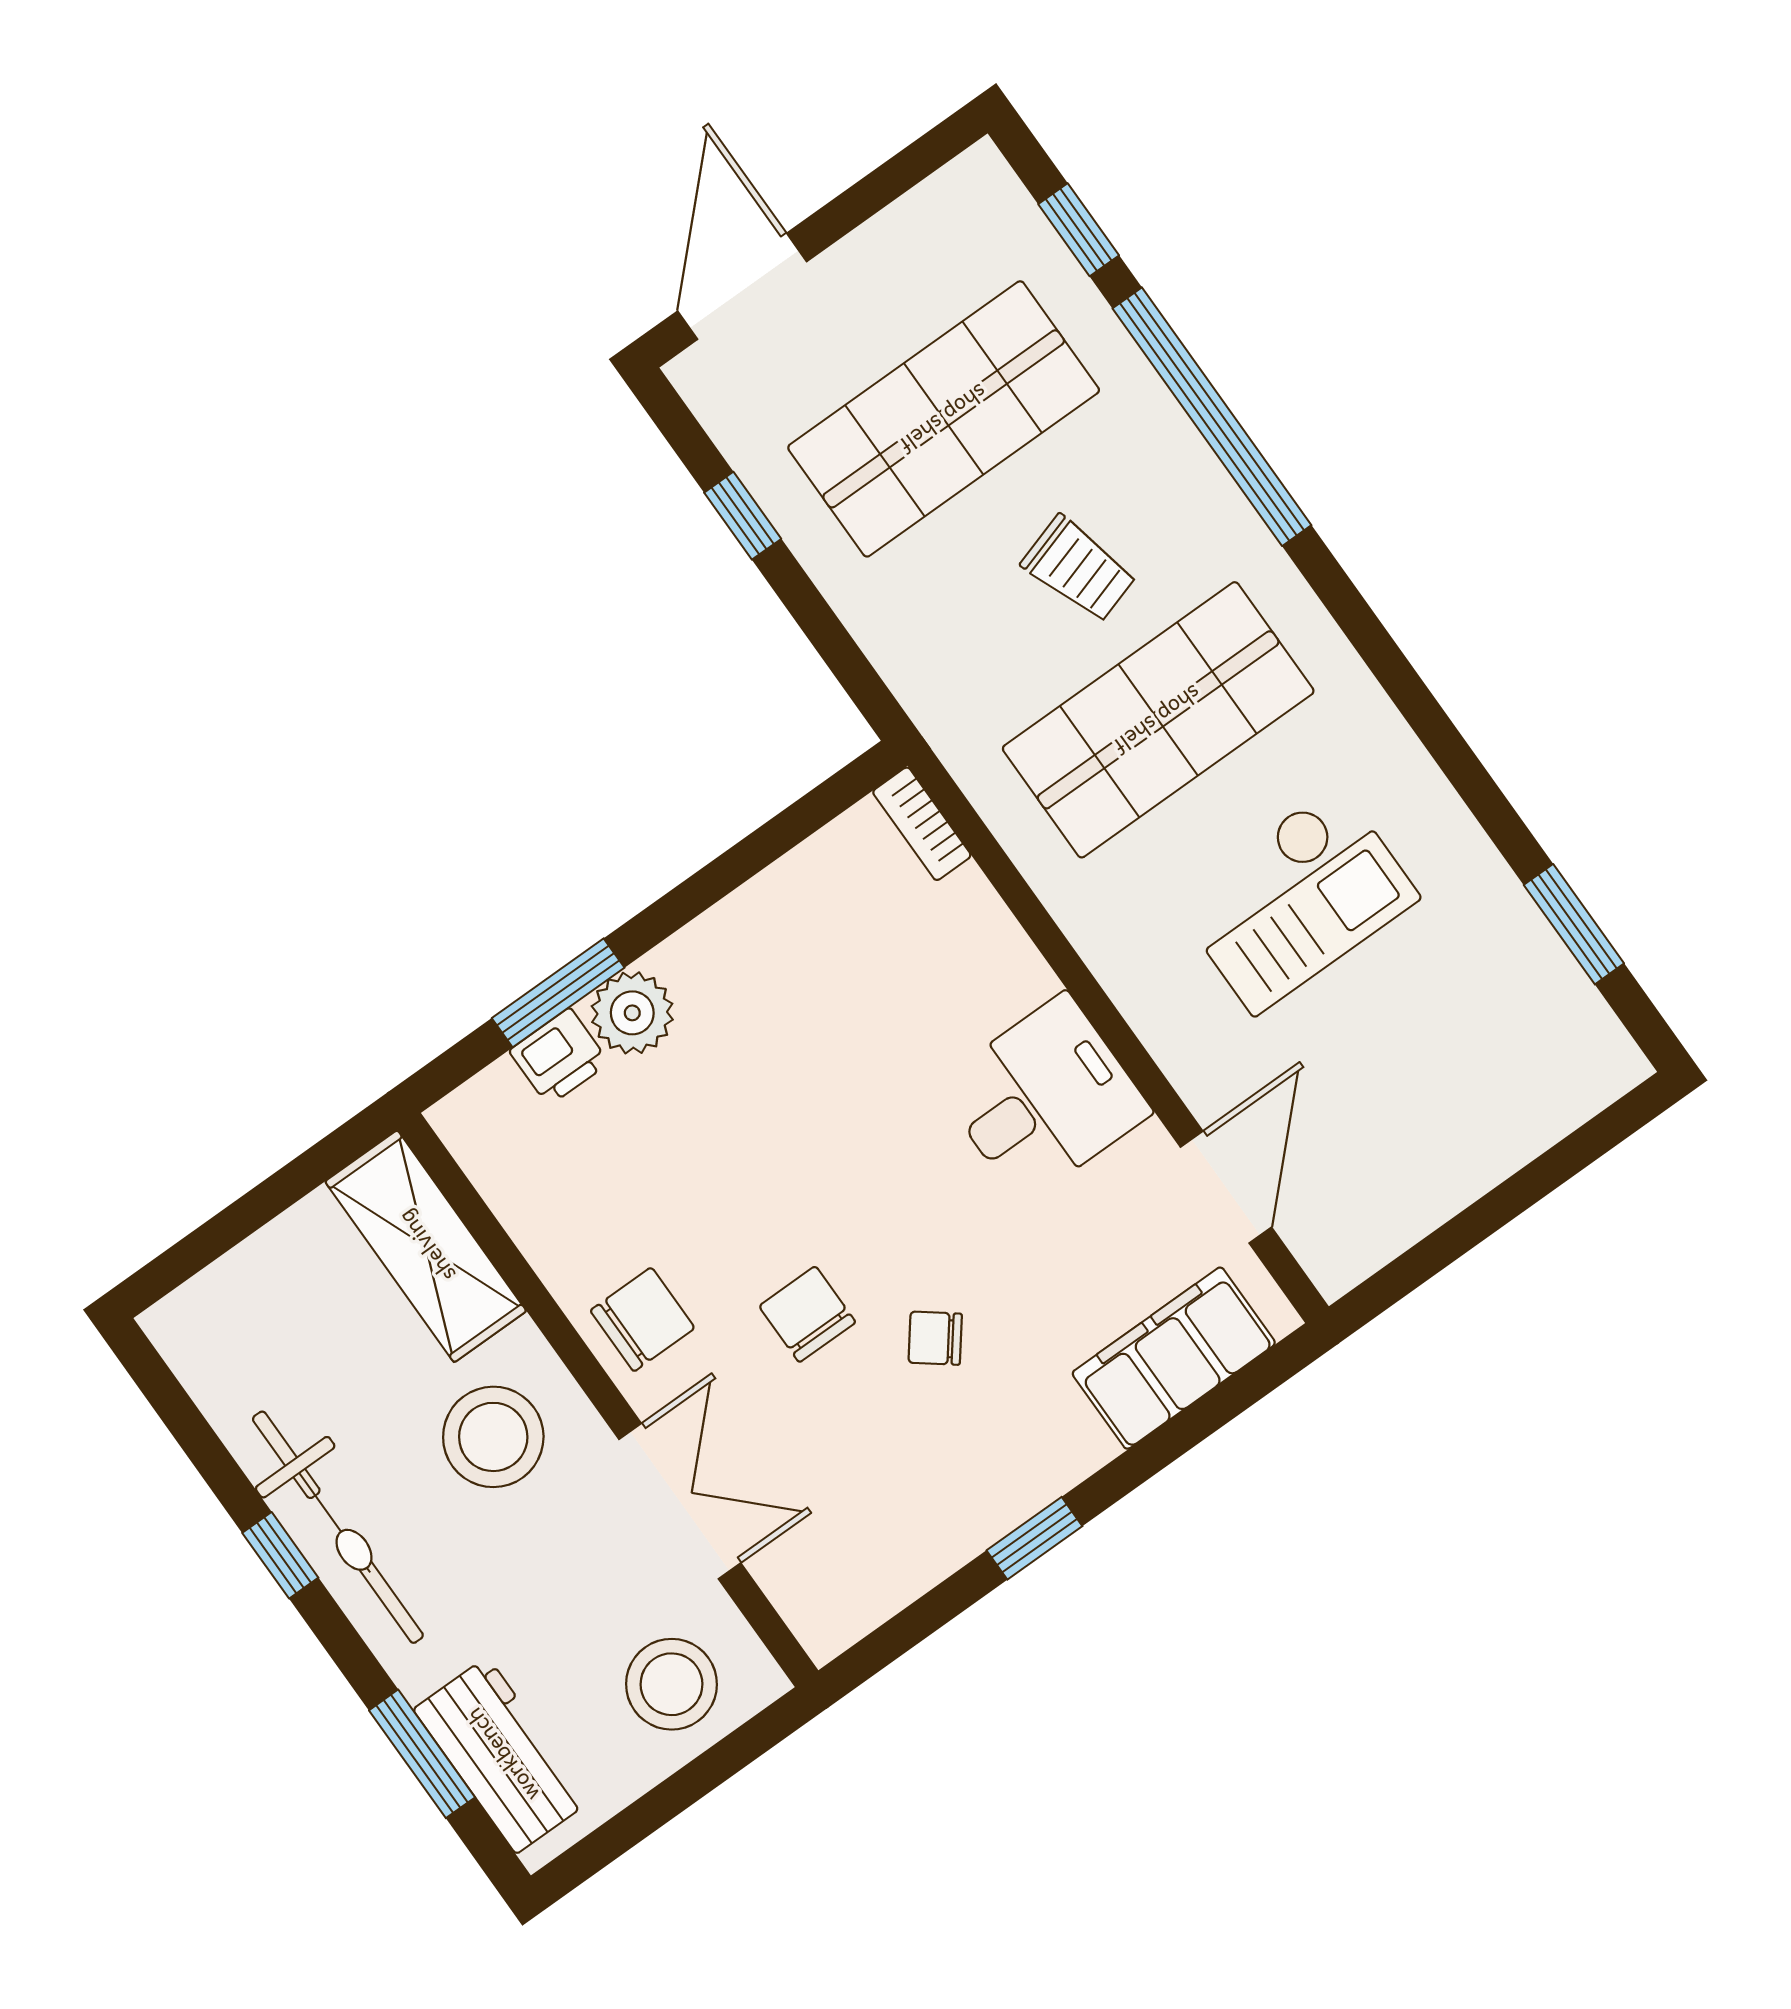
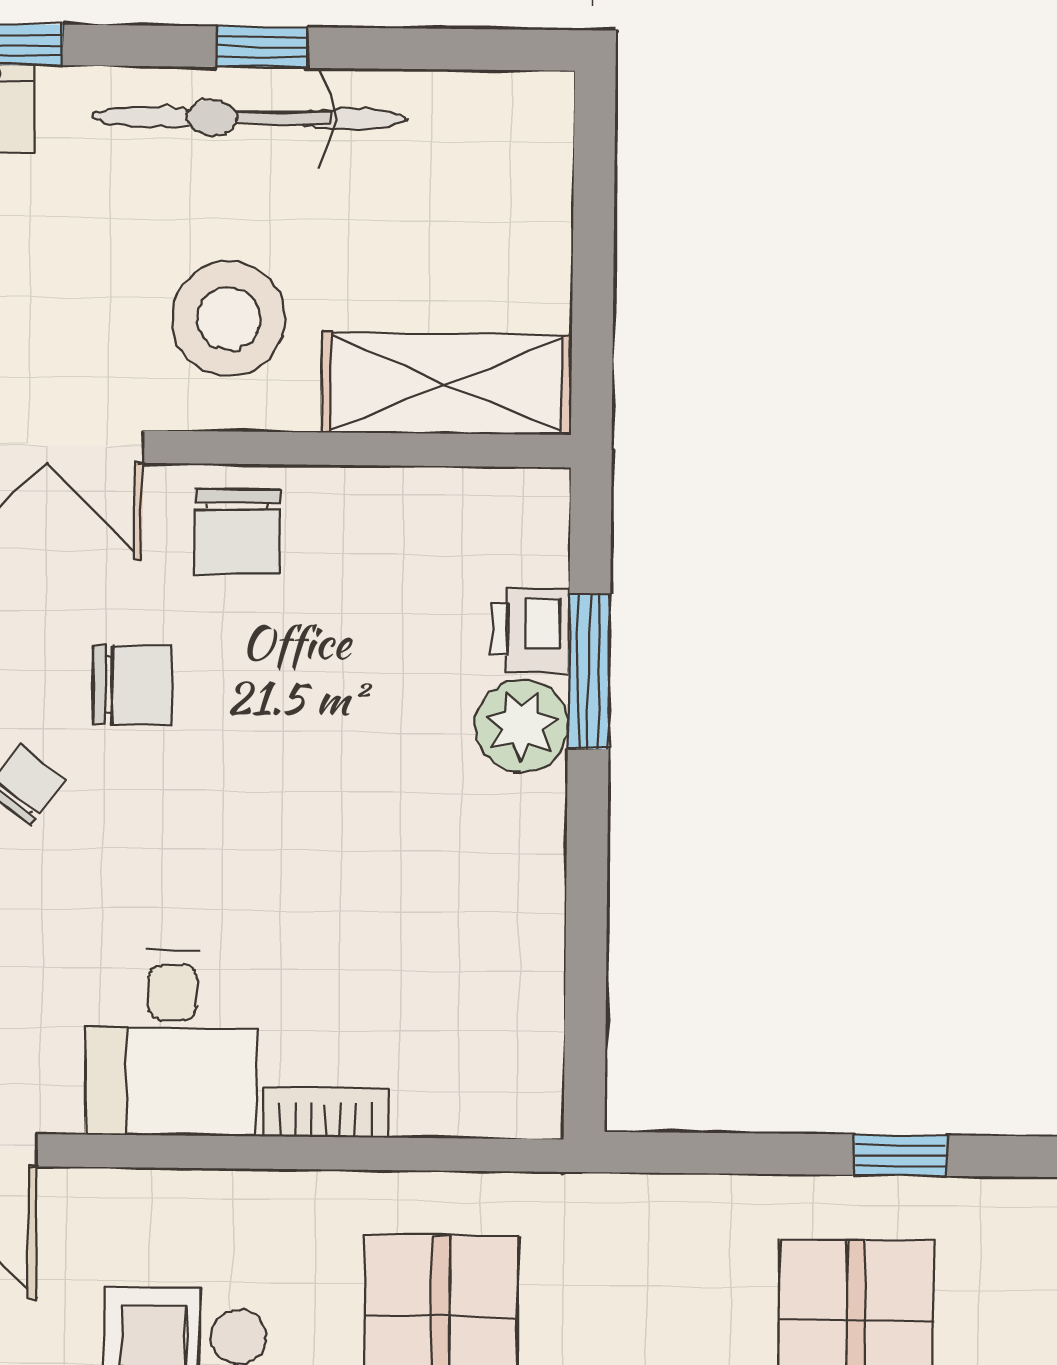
bookcase: (922, 824) -> (325, 1112), moved

